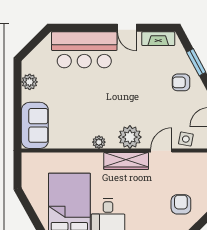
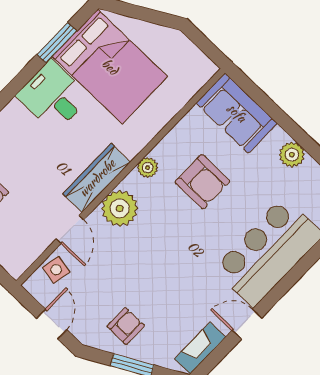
armchair: (81, 111) -> (202, 182), added

